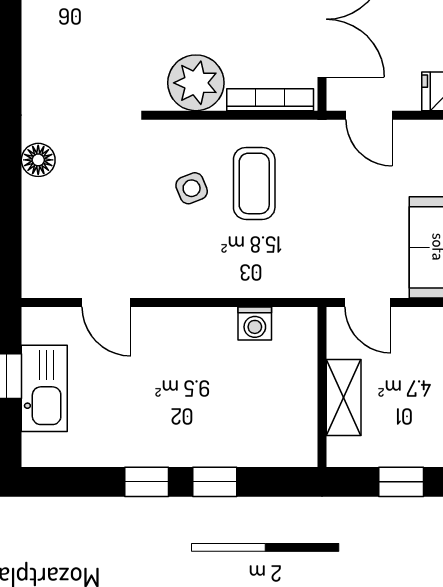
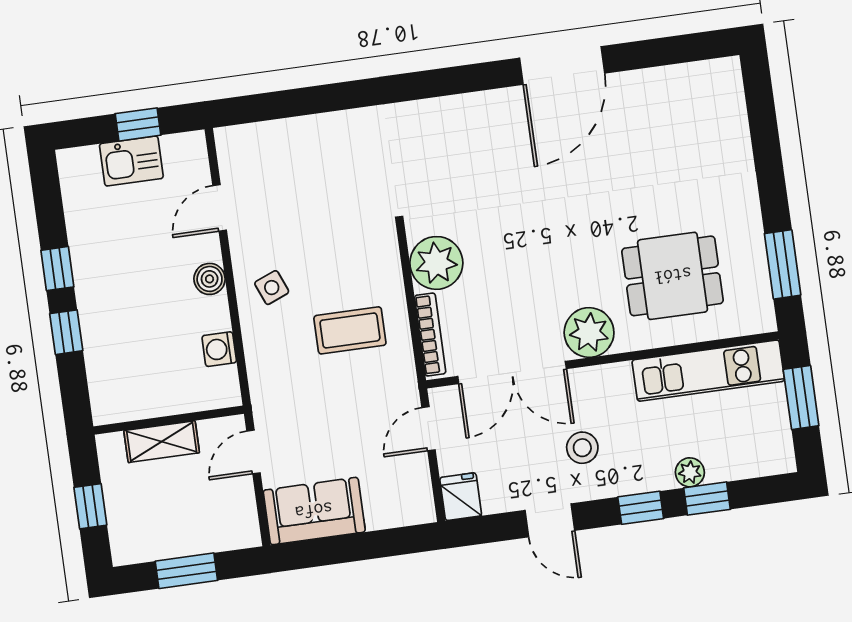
floor lamp: (38, 160) -> (344, 126), removed
side table: (192, 188) -> (272, 288), moved
boiler: (180, 324) -> (210, 279), added
kitchen sink: (44, 388) -> (131, 161), width x0.73

